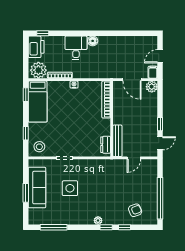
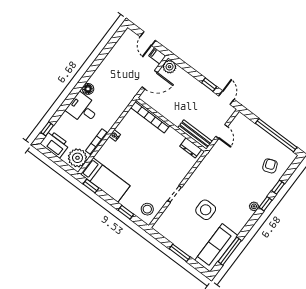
sofa: (37, 188) -> (216, 248), moved, turned -90

